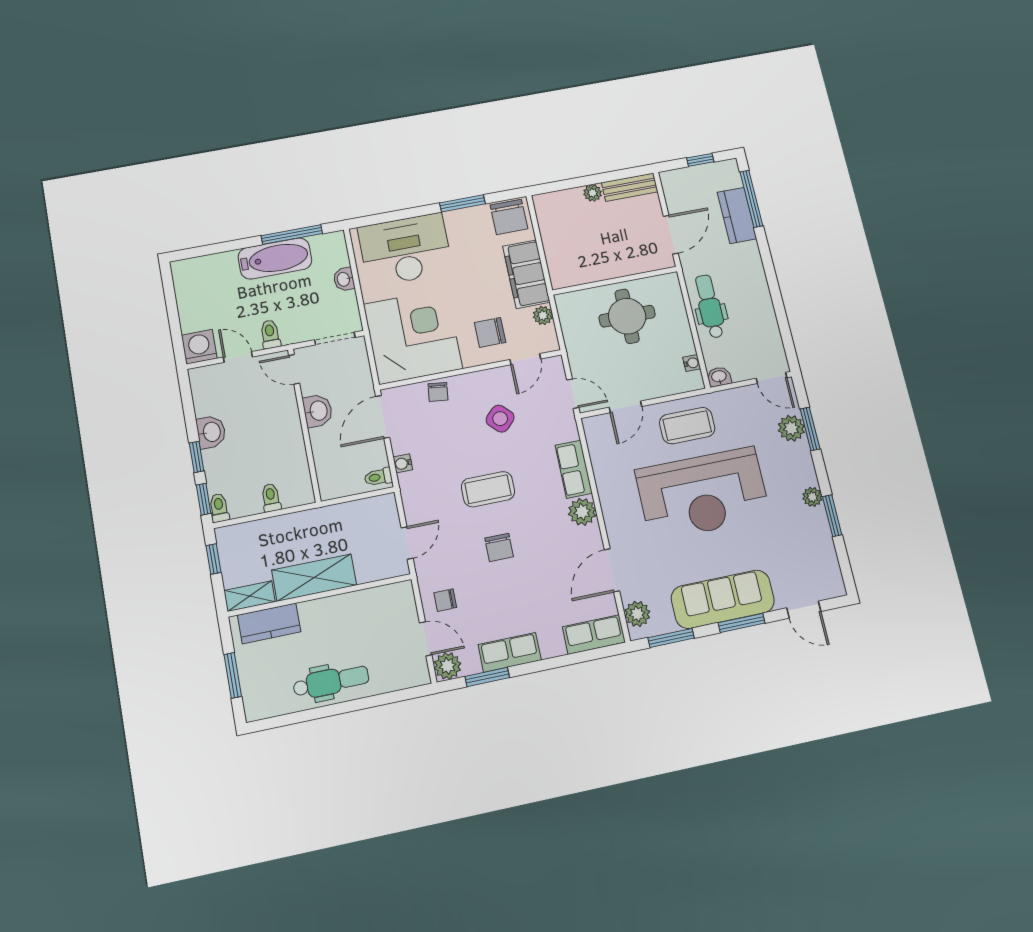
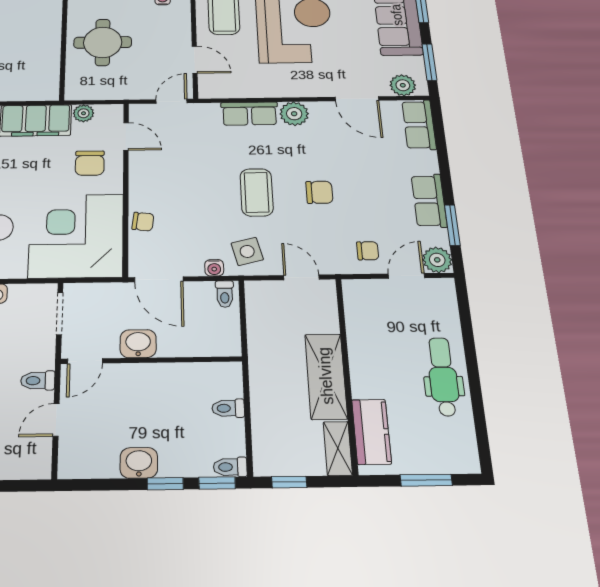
washing machine: (199, 347) -> (33, 462), removed
side table: (500, 419) -> (247, 251), moved, turned 31
chair: (445, 600) -> (368, 251), turned -90

